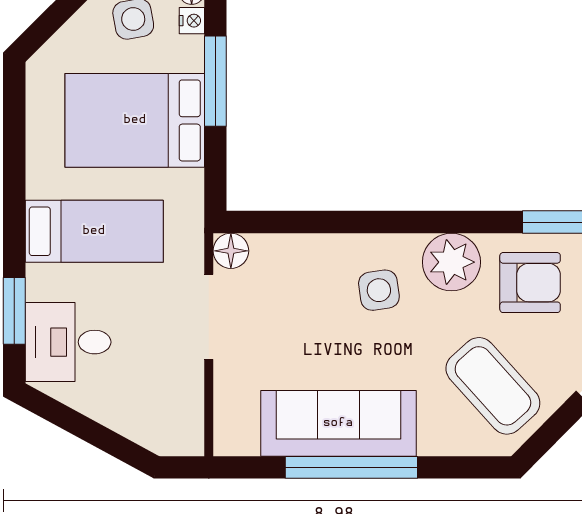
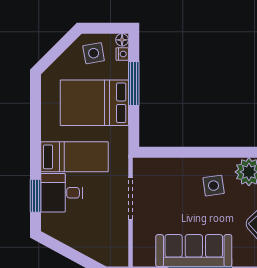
floor lamp: (231, 251) -> (141, 166), removed
desk: (68, 342) -> (62, 193), moved

